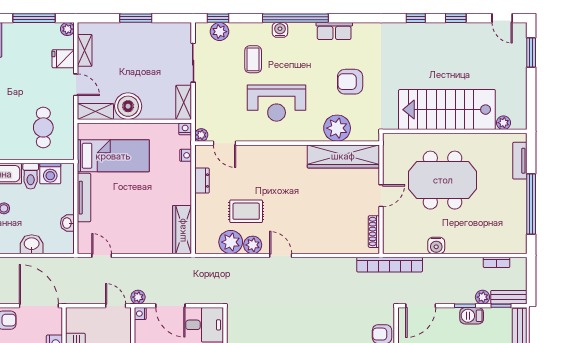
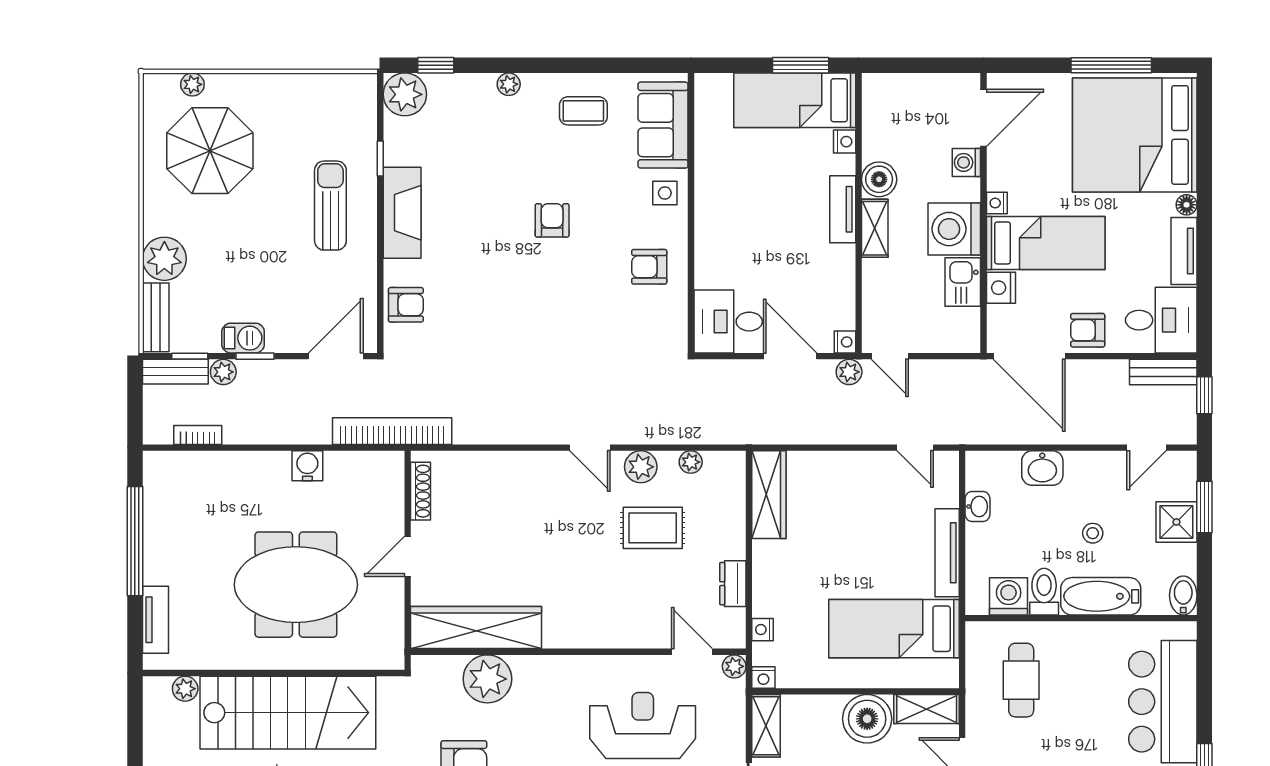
reception desk: (277, 103) -> (643, 726), moved
plant: (231, 242) -> (691, 462), width x0.53, depth x0.53

